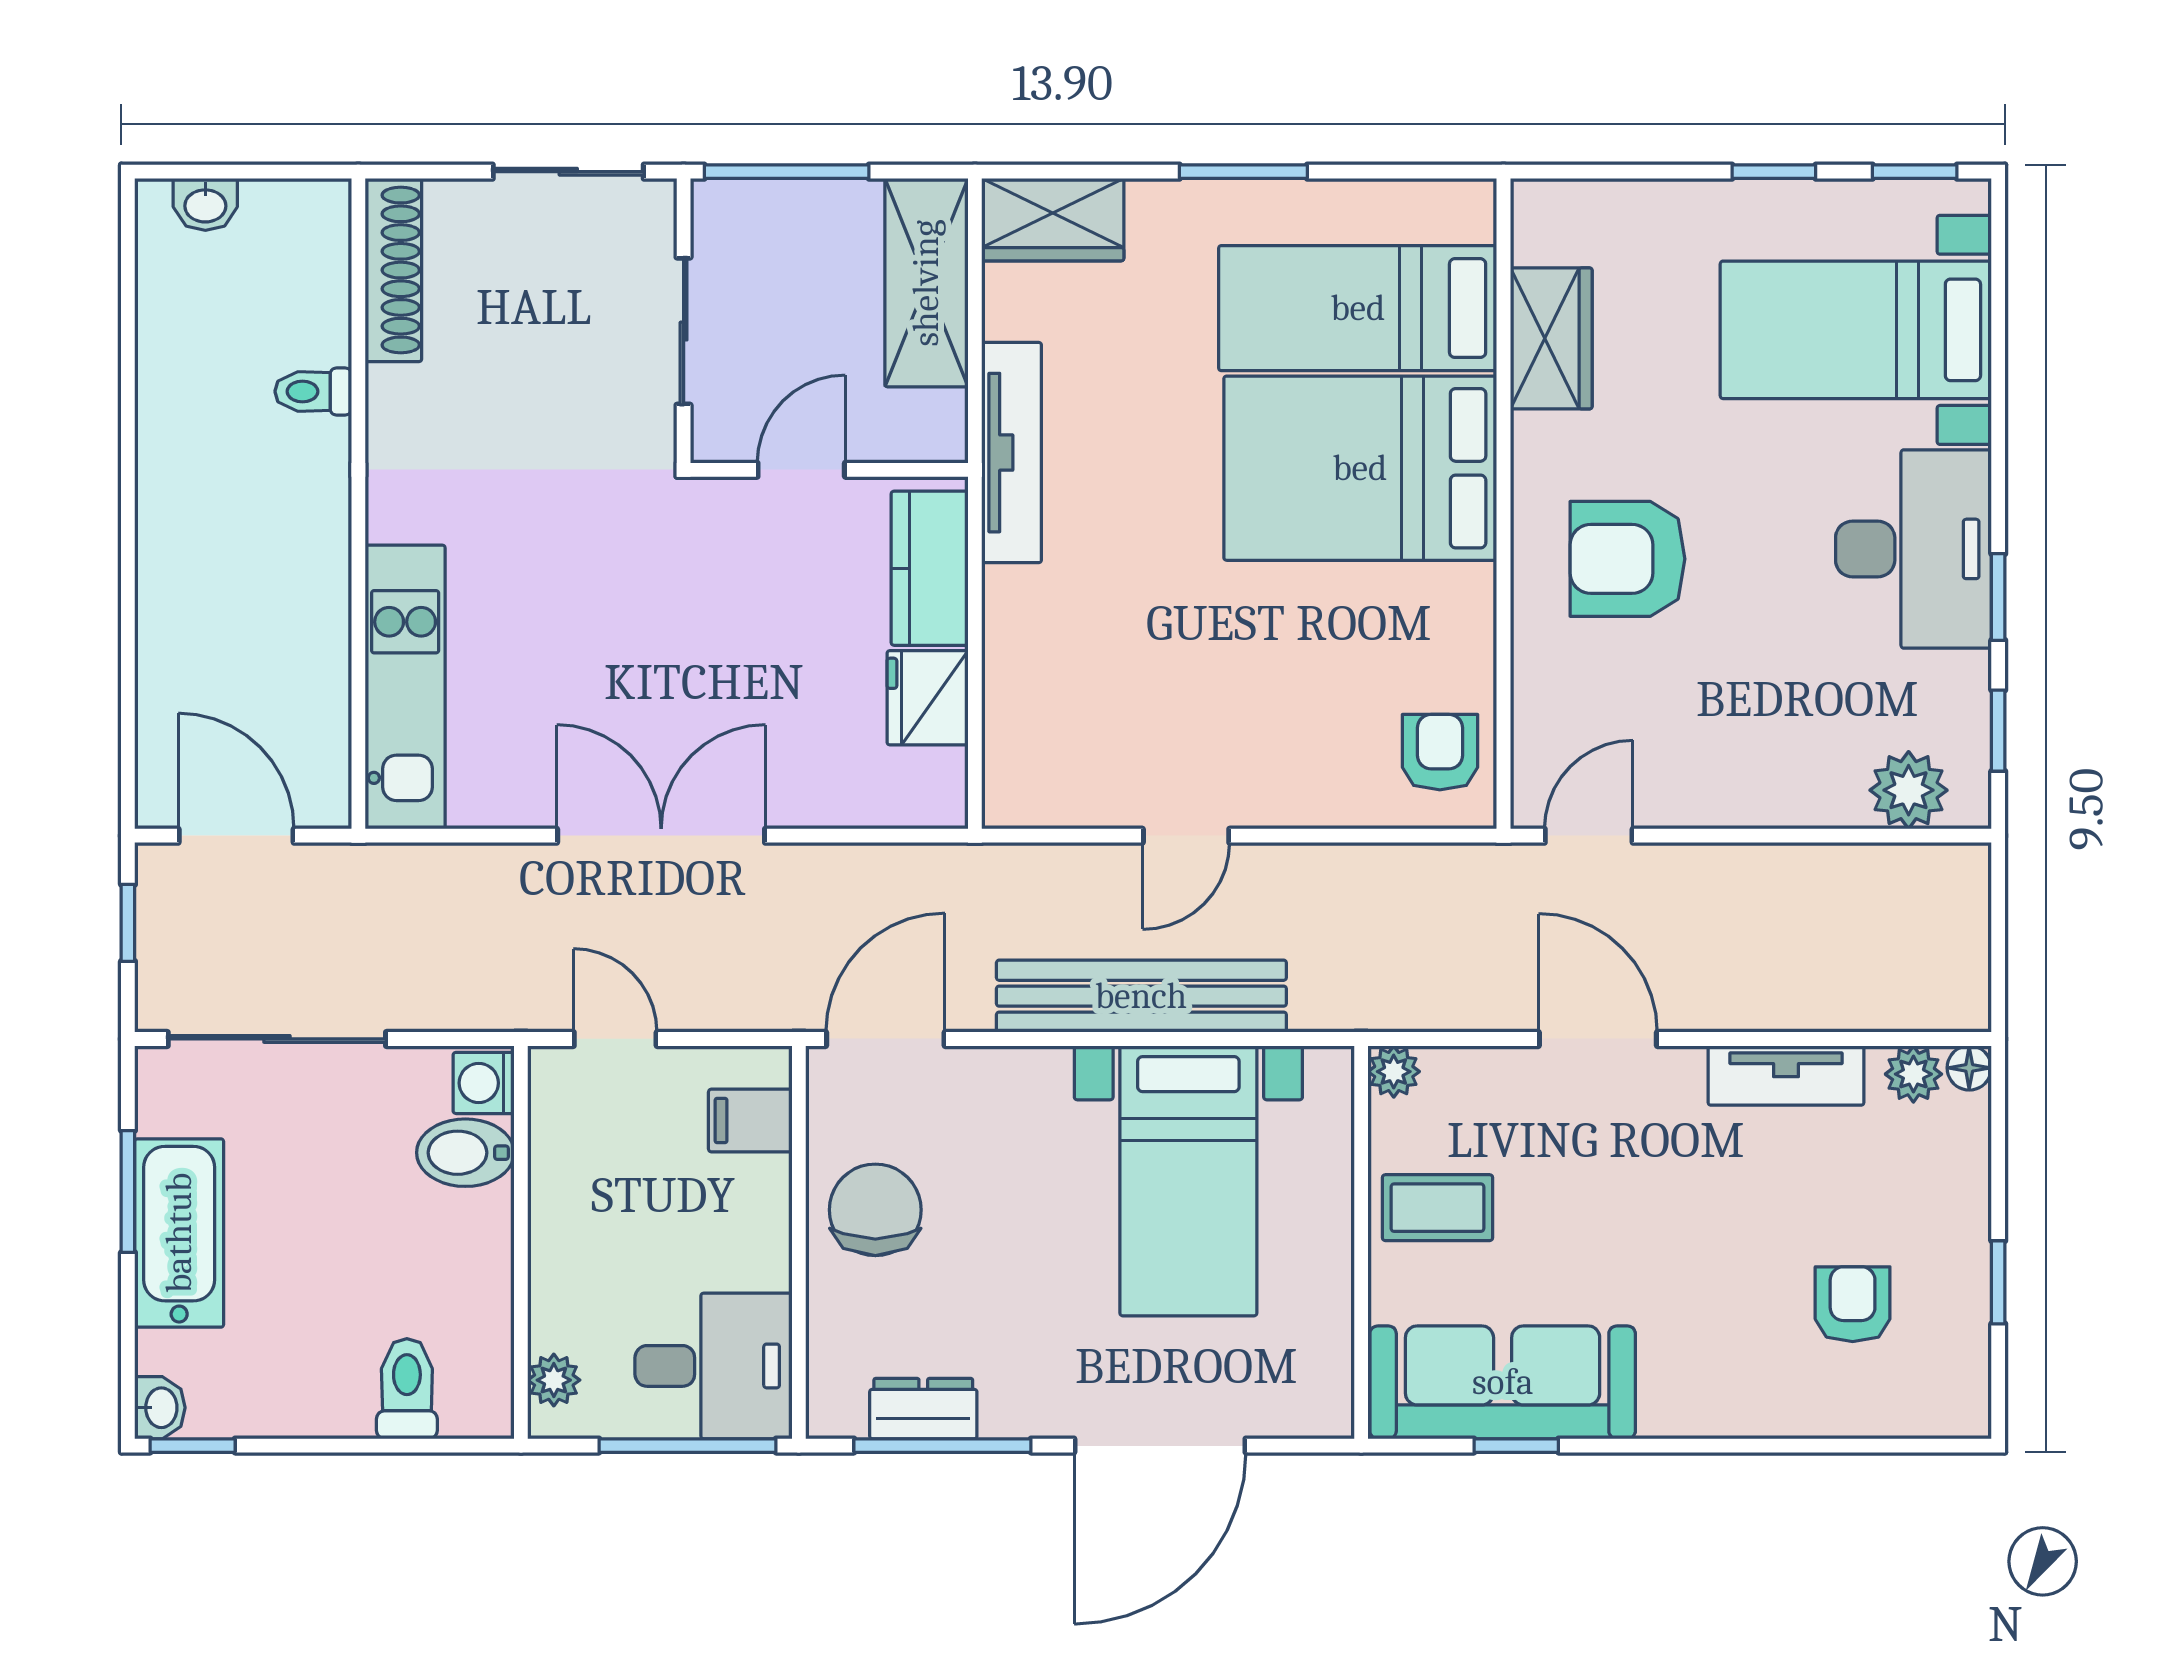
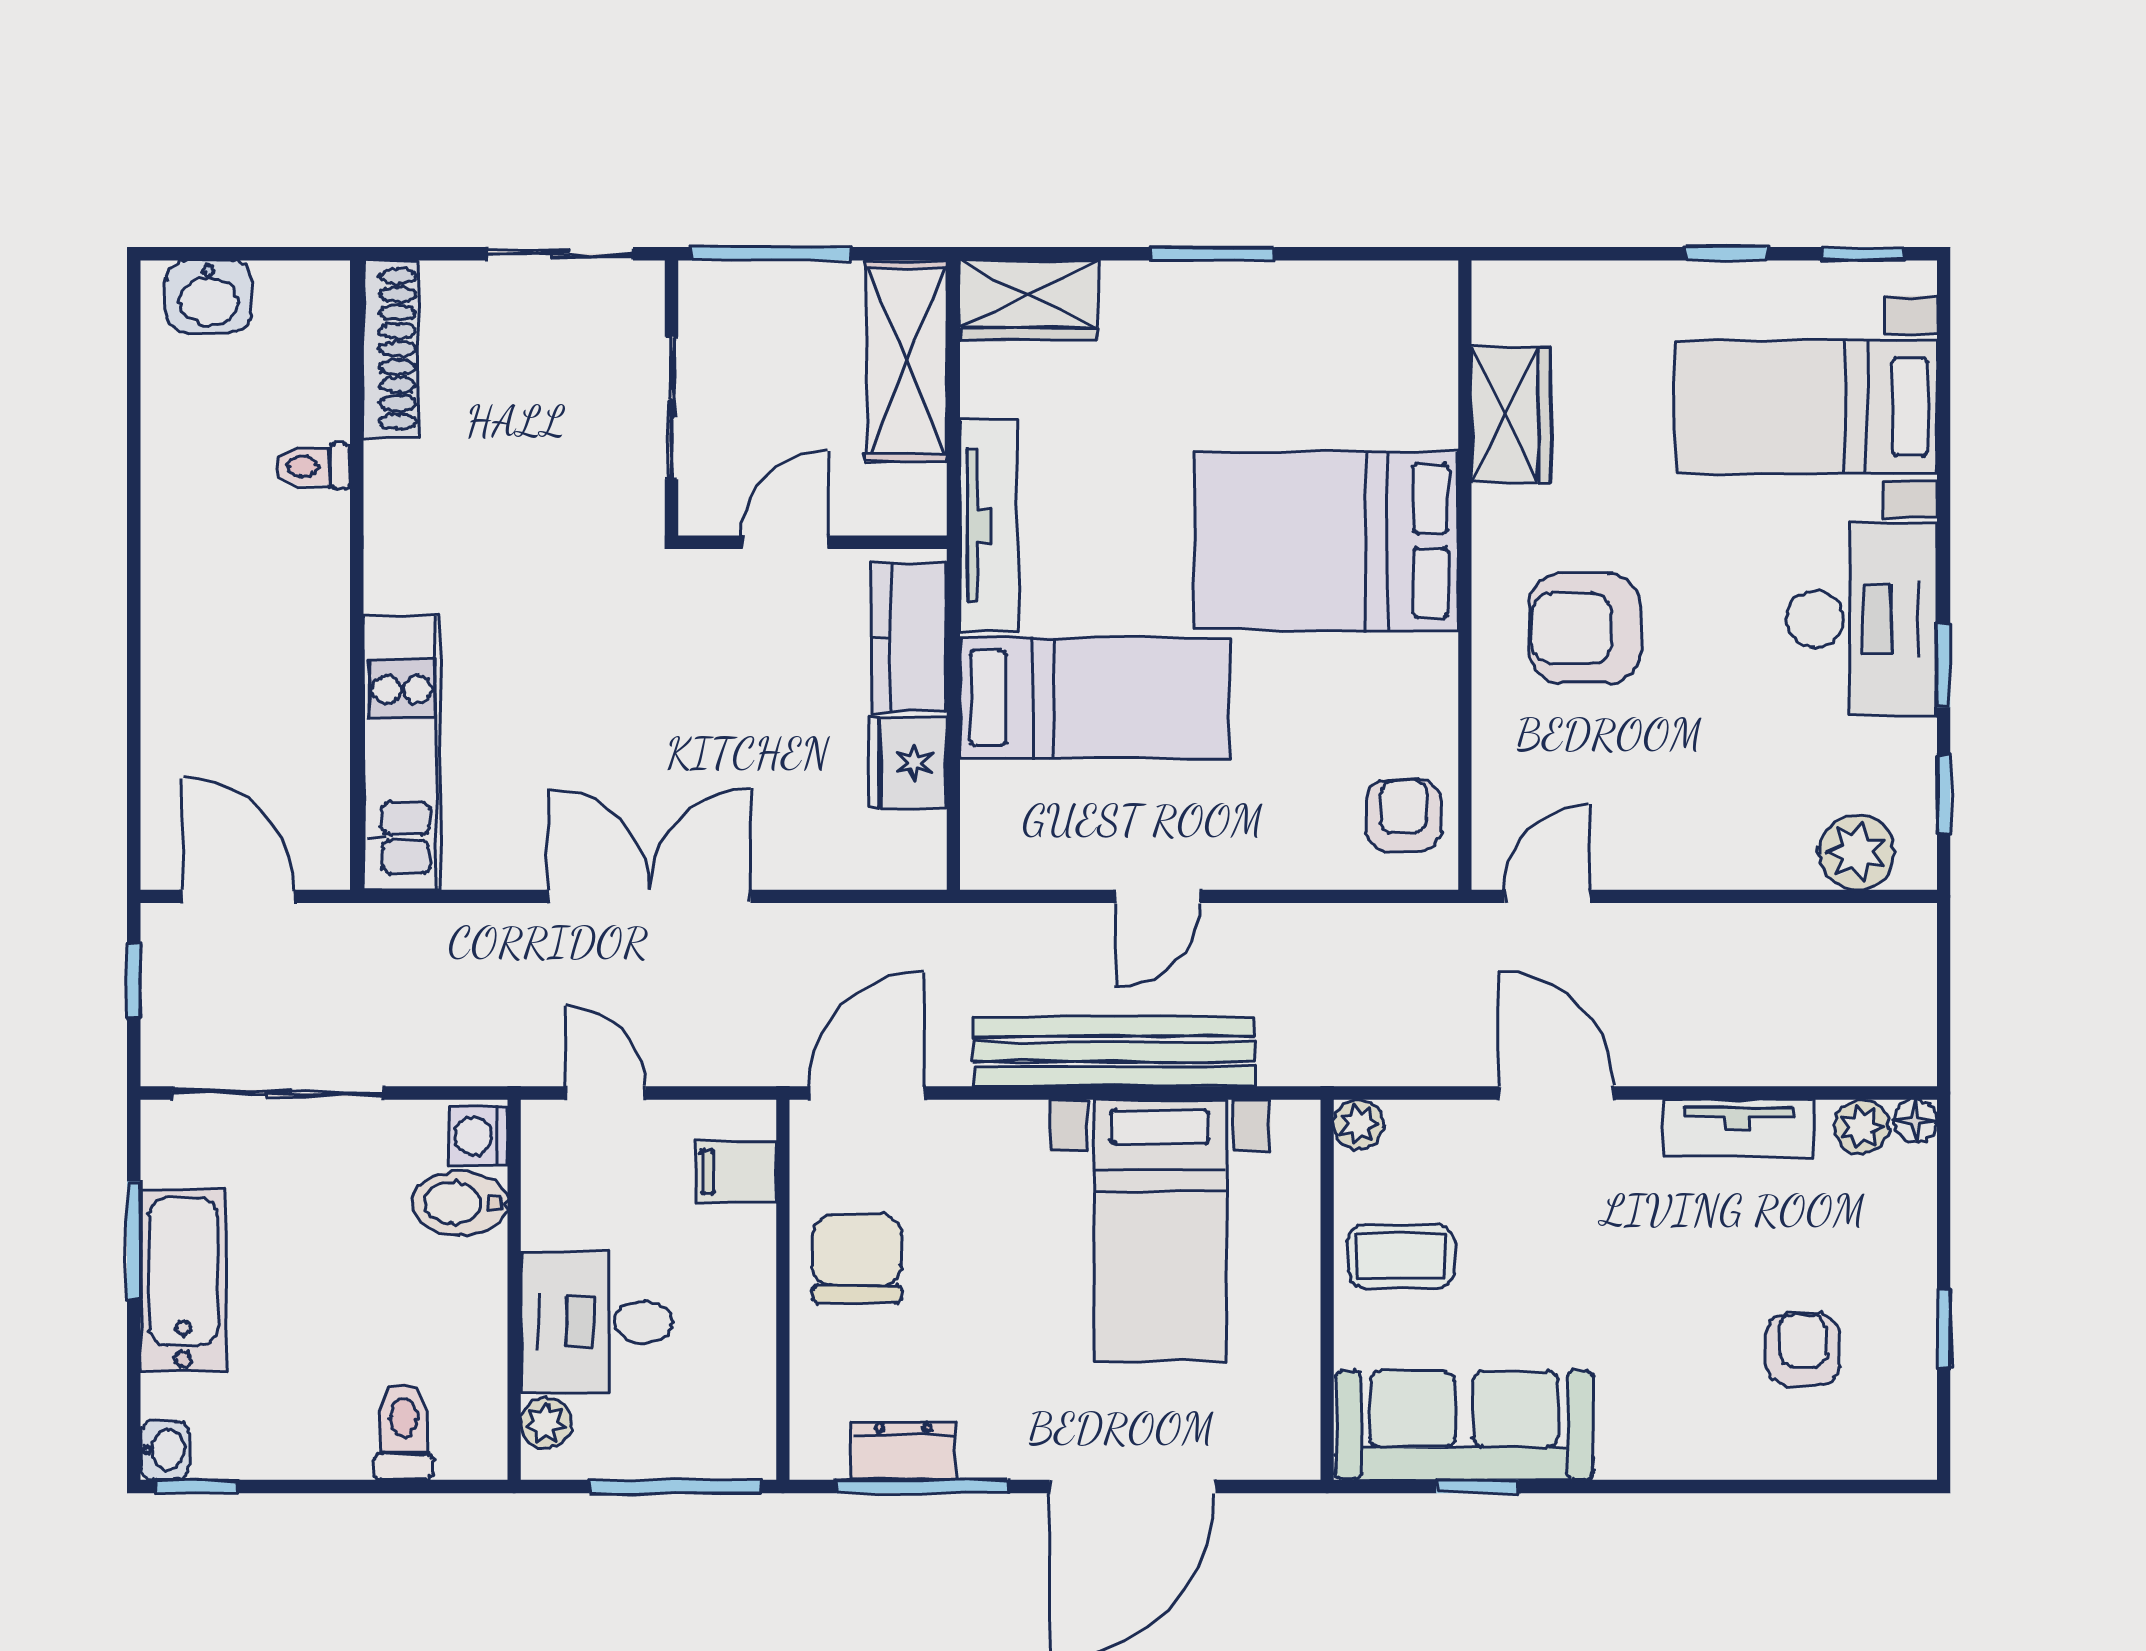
washbasin: (205, 204) -> (209, 297), width x1.38, depth x1.45
bed: (1358, 308) -> (1095, 698), moved, turned 180
desk: (713, 1366) -> (597, 1322), moved, turned 180

